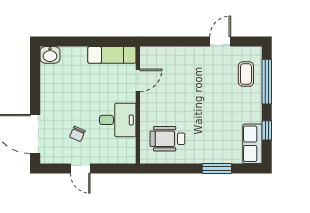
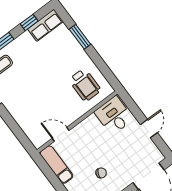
desk: (118, 120) -> (114, 115), moved
chair: (77, 134) -> (101, 173), moved

